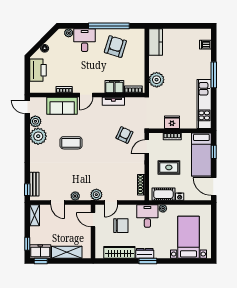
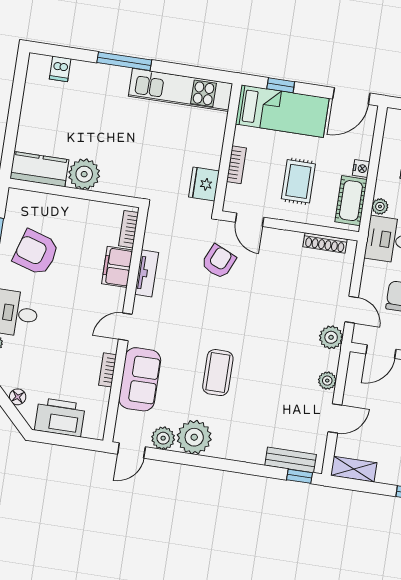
plant: (157, 80) -> (84, 174), moved
door: (86, 95) -> (125, 327), swing flipped
fridge: (172, 122) -> (204, 184), moved
armchair: (124, 135) -> (219, 262), turned 89

